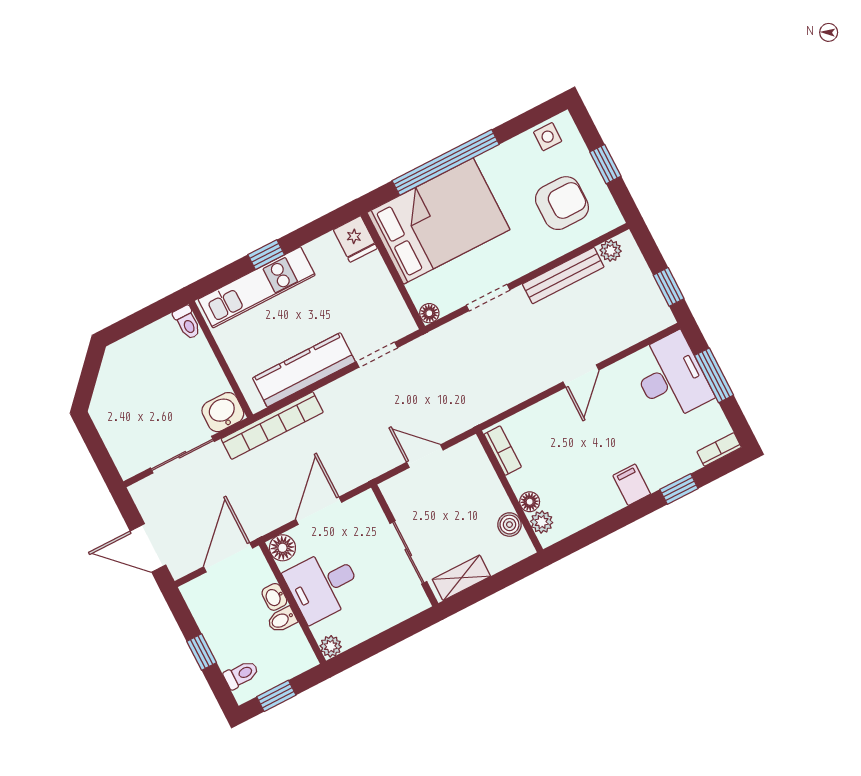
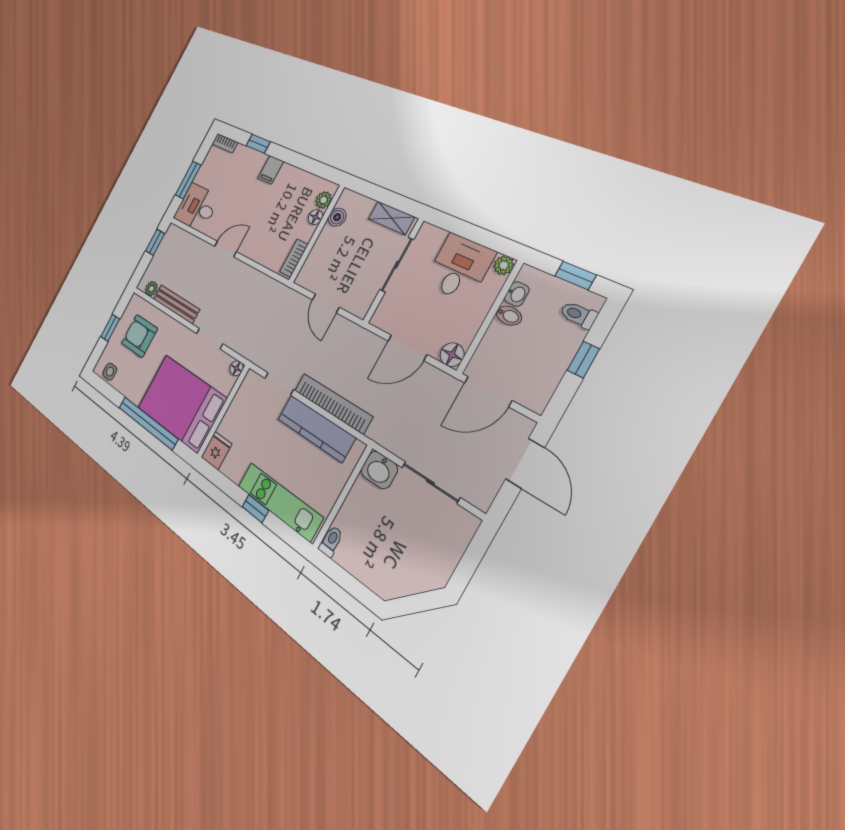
desk: (671, 377) -> (197, 207), width x0.73
bookcase: (272, 426) -> (333, 403), moved
desk: (323, 585) -> (459, 267), moved, turned -90
washbasin: (274, 597) -> (517, 294), moved

